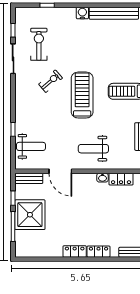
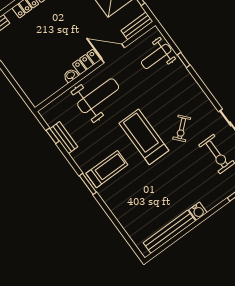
treadmill: (82, 95) -> (144, 137), turned 180
weight bench: (93, 149) -> (98, 96), width x1.36, depth x1.33
locker: (121, 179) -> (87, 62), moved

